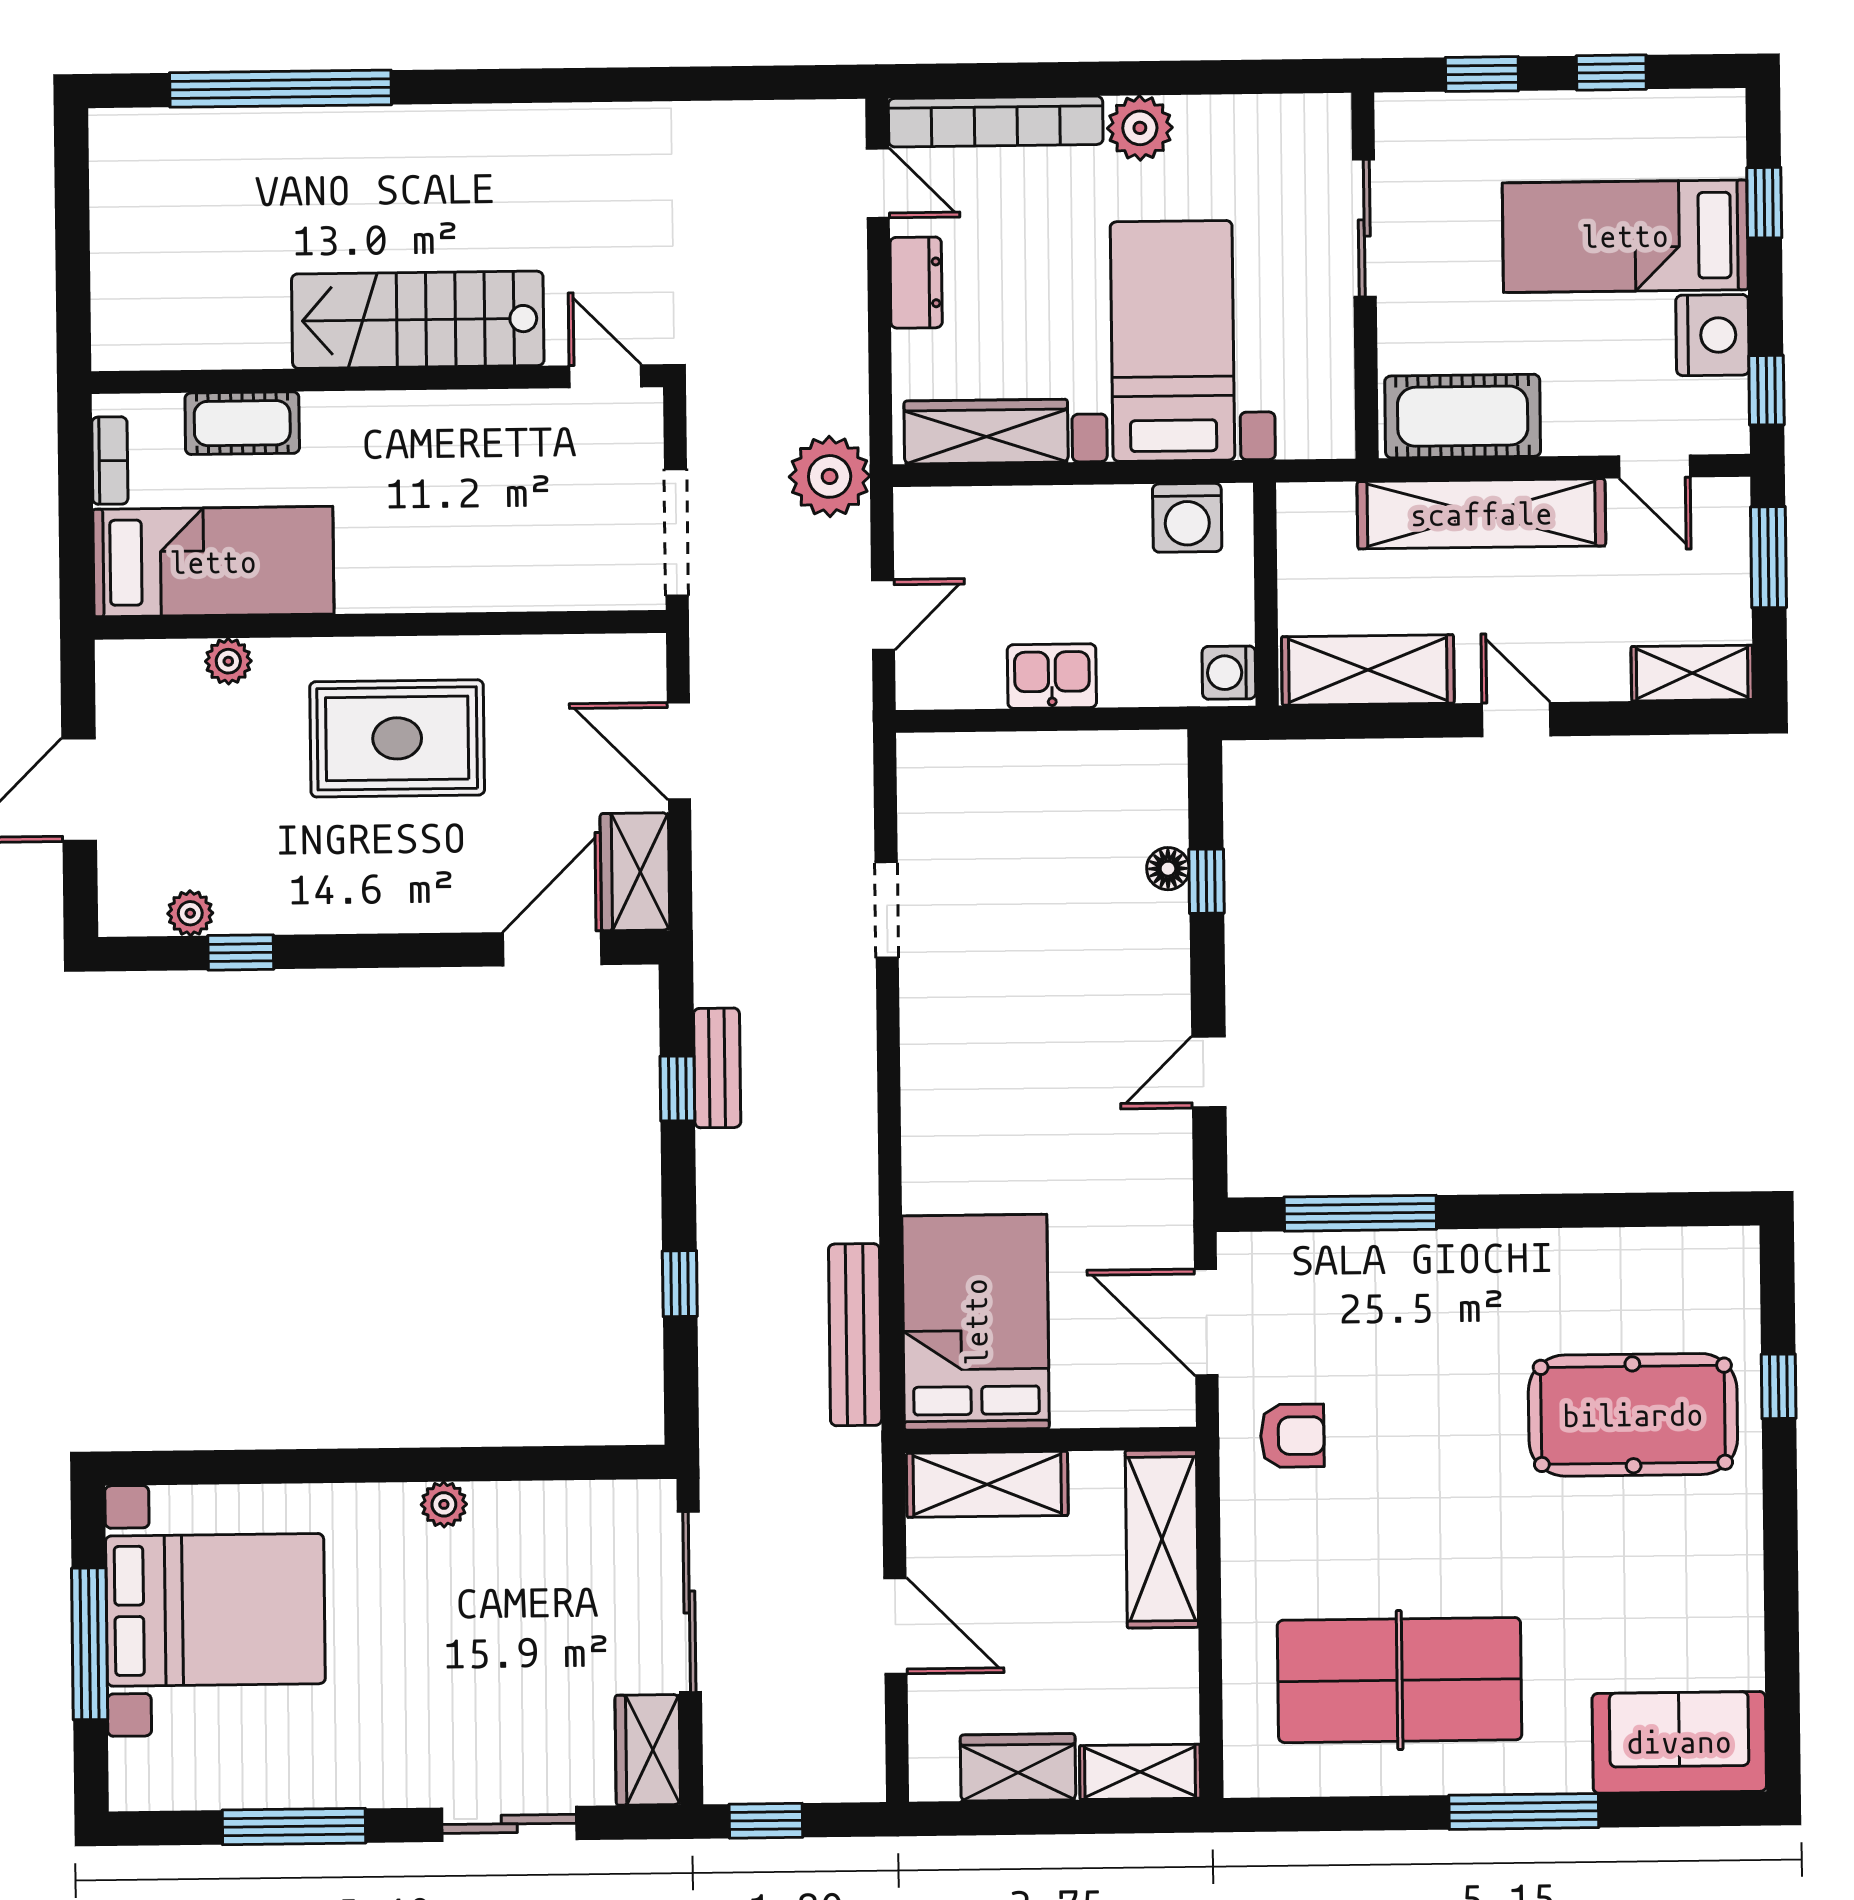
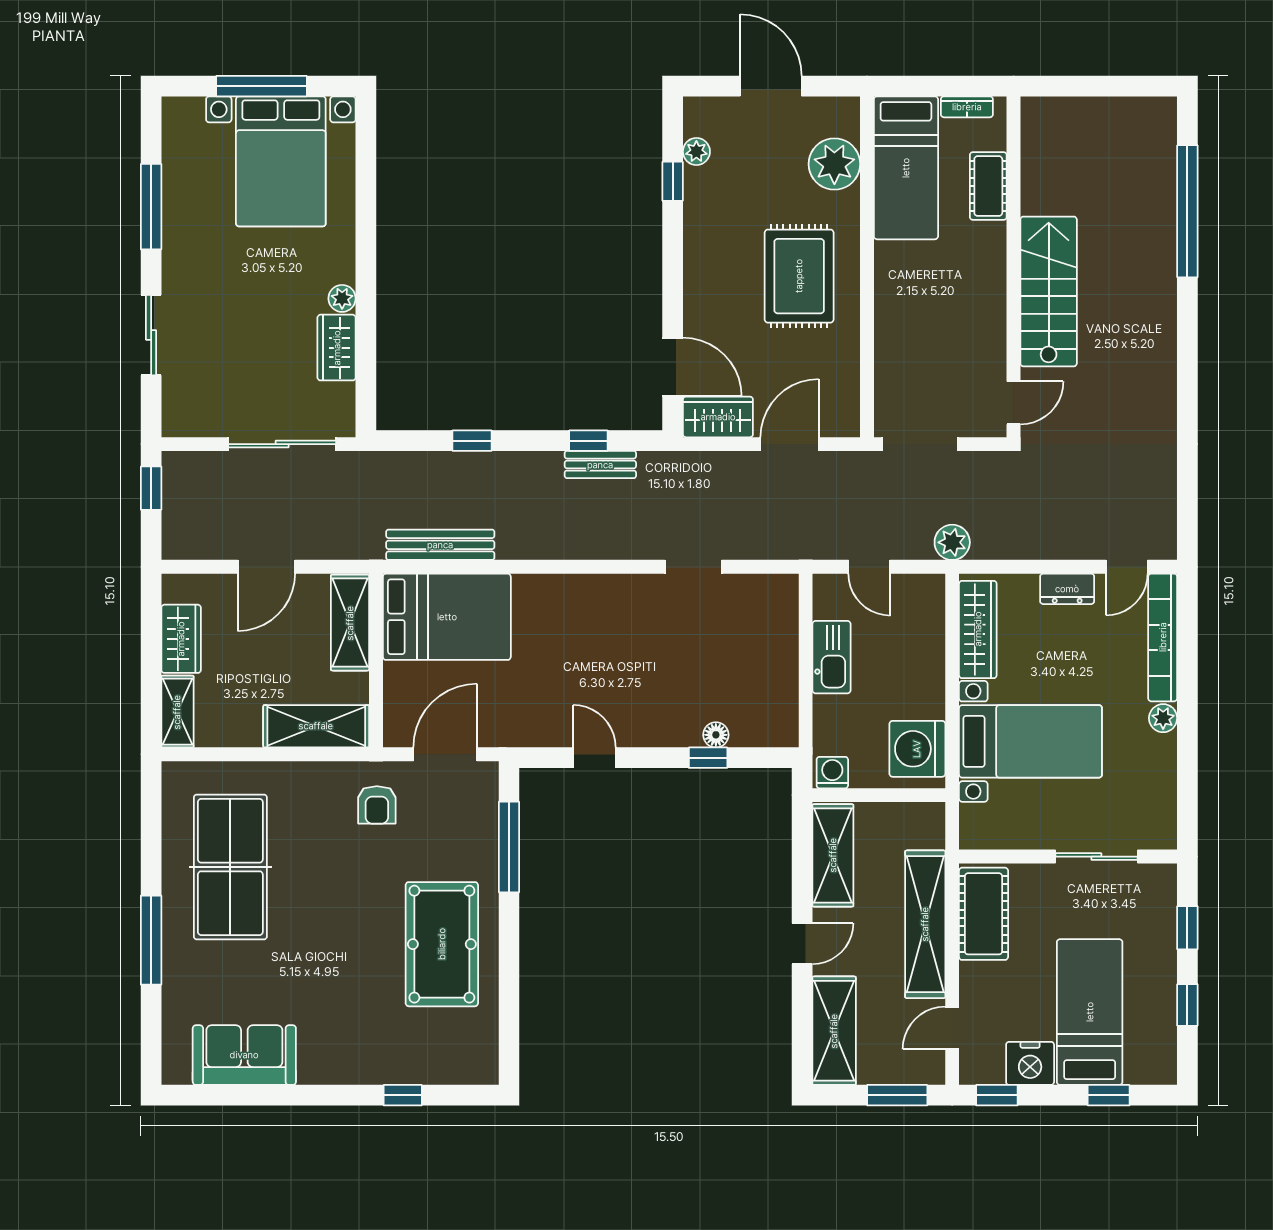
plant: (1140, 128) -> (1163, 718), width x0.73, depth x0.73
plant: (830, 476) -> (952, 542), width x0.73, depth x0.73
washing machine: (1187, 518) -> (917, 749), width x1.37, depth x1.37
plant: (228, 661) -> (834, 164), width x1.87, depth x1.87
shelving: (1692, 673) -> (834, 1031), width x1.50, depth x1.33
kitchen sink: (1052, 676) -> (831, 657), width x1.38
pool table: (1633, 1415) -> (442, 944), moved
sofa: (1679, 1742) -> (244, 1055), moved, turned -90
wardrobe: (648, 1750) -> (337, 348), moved, turned -90

